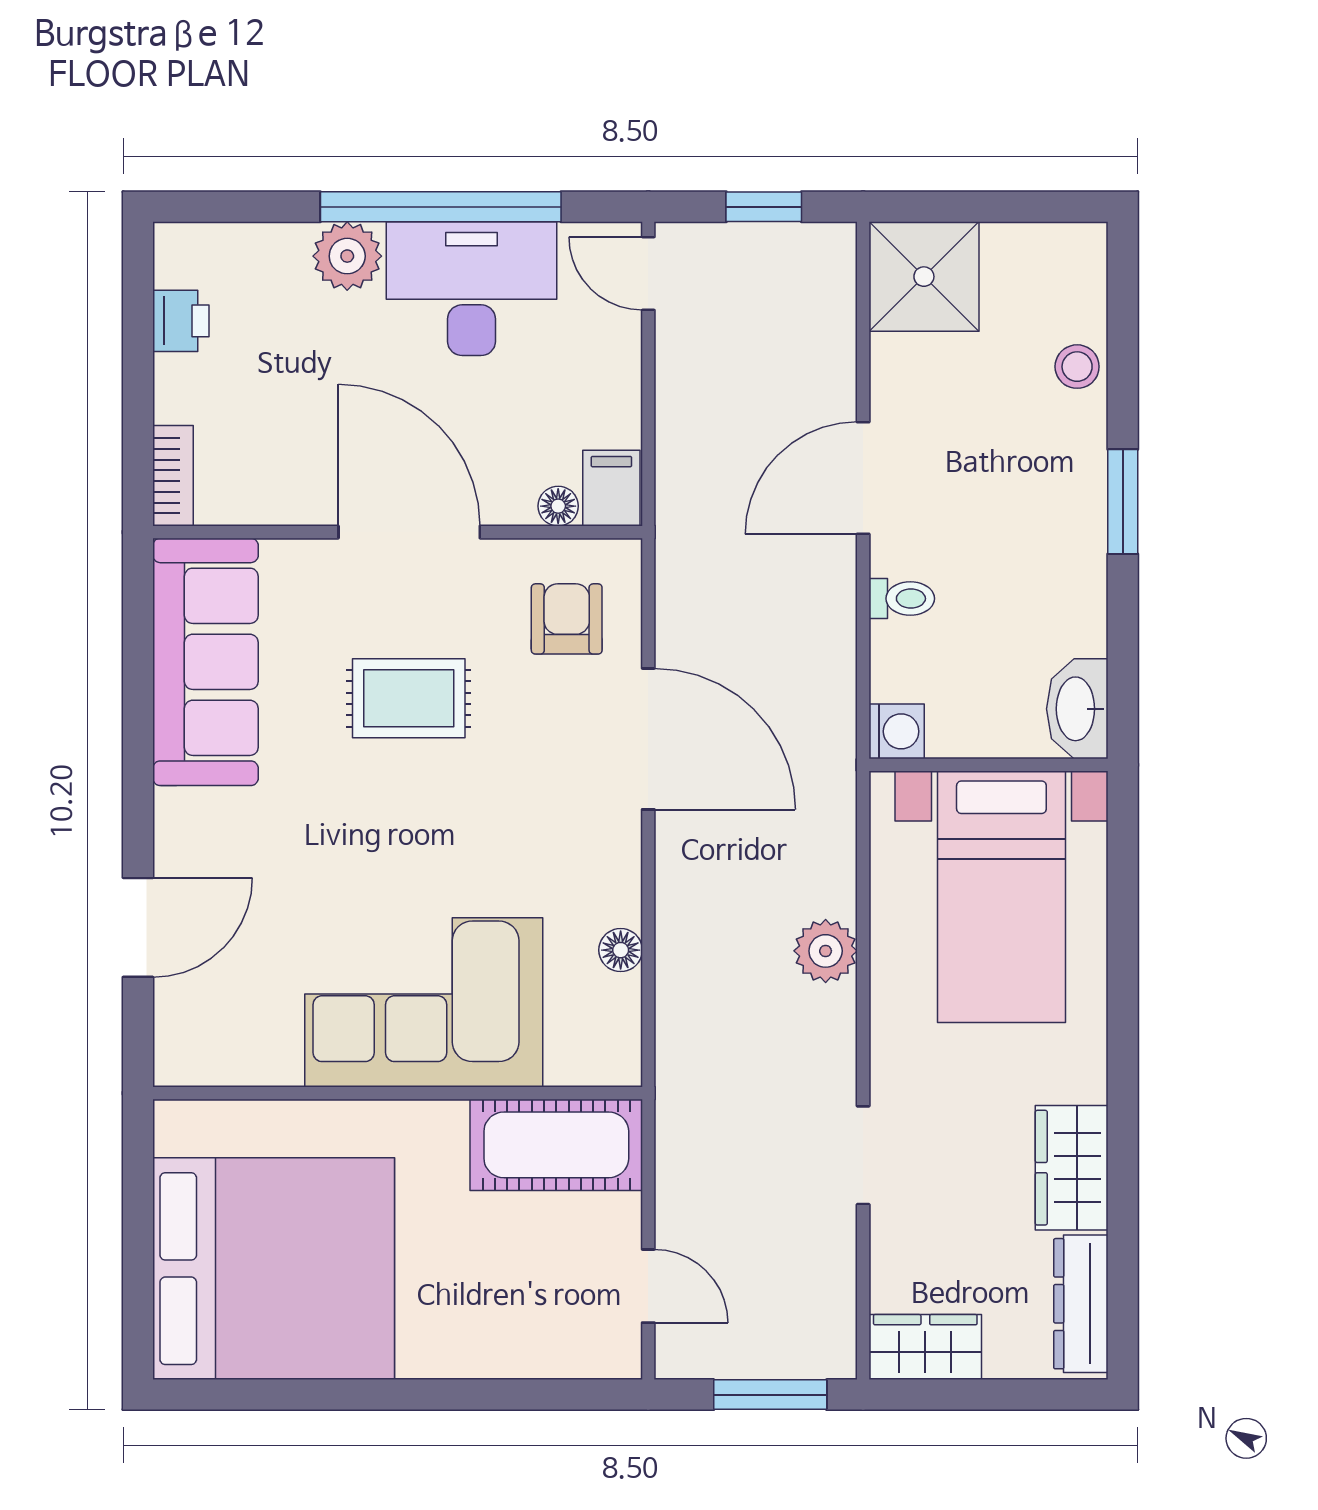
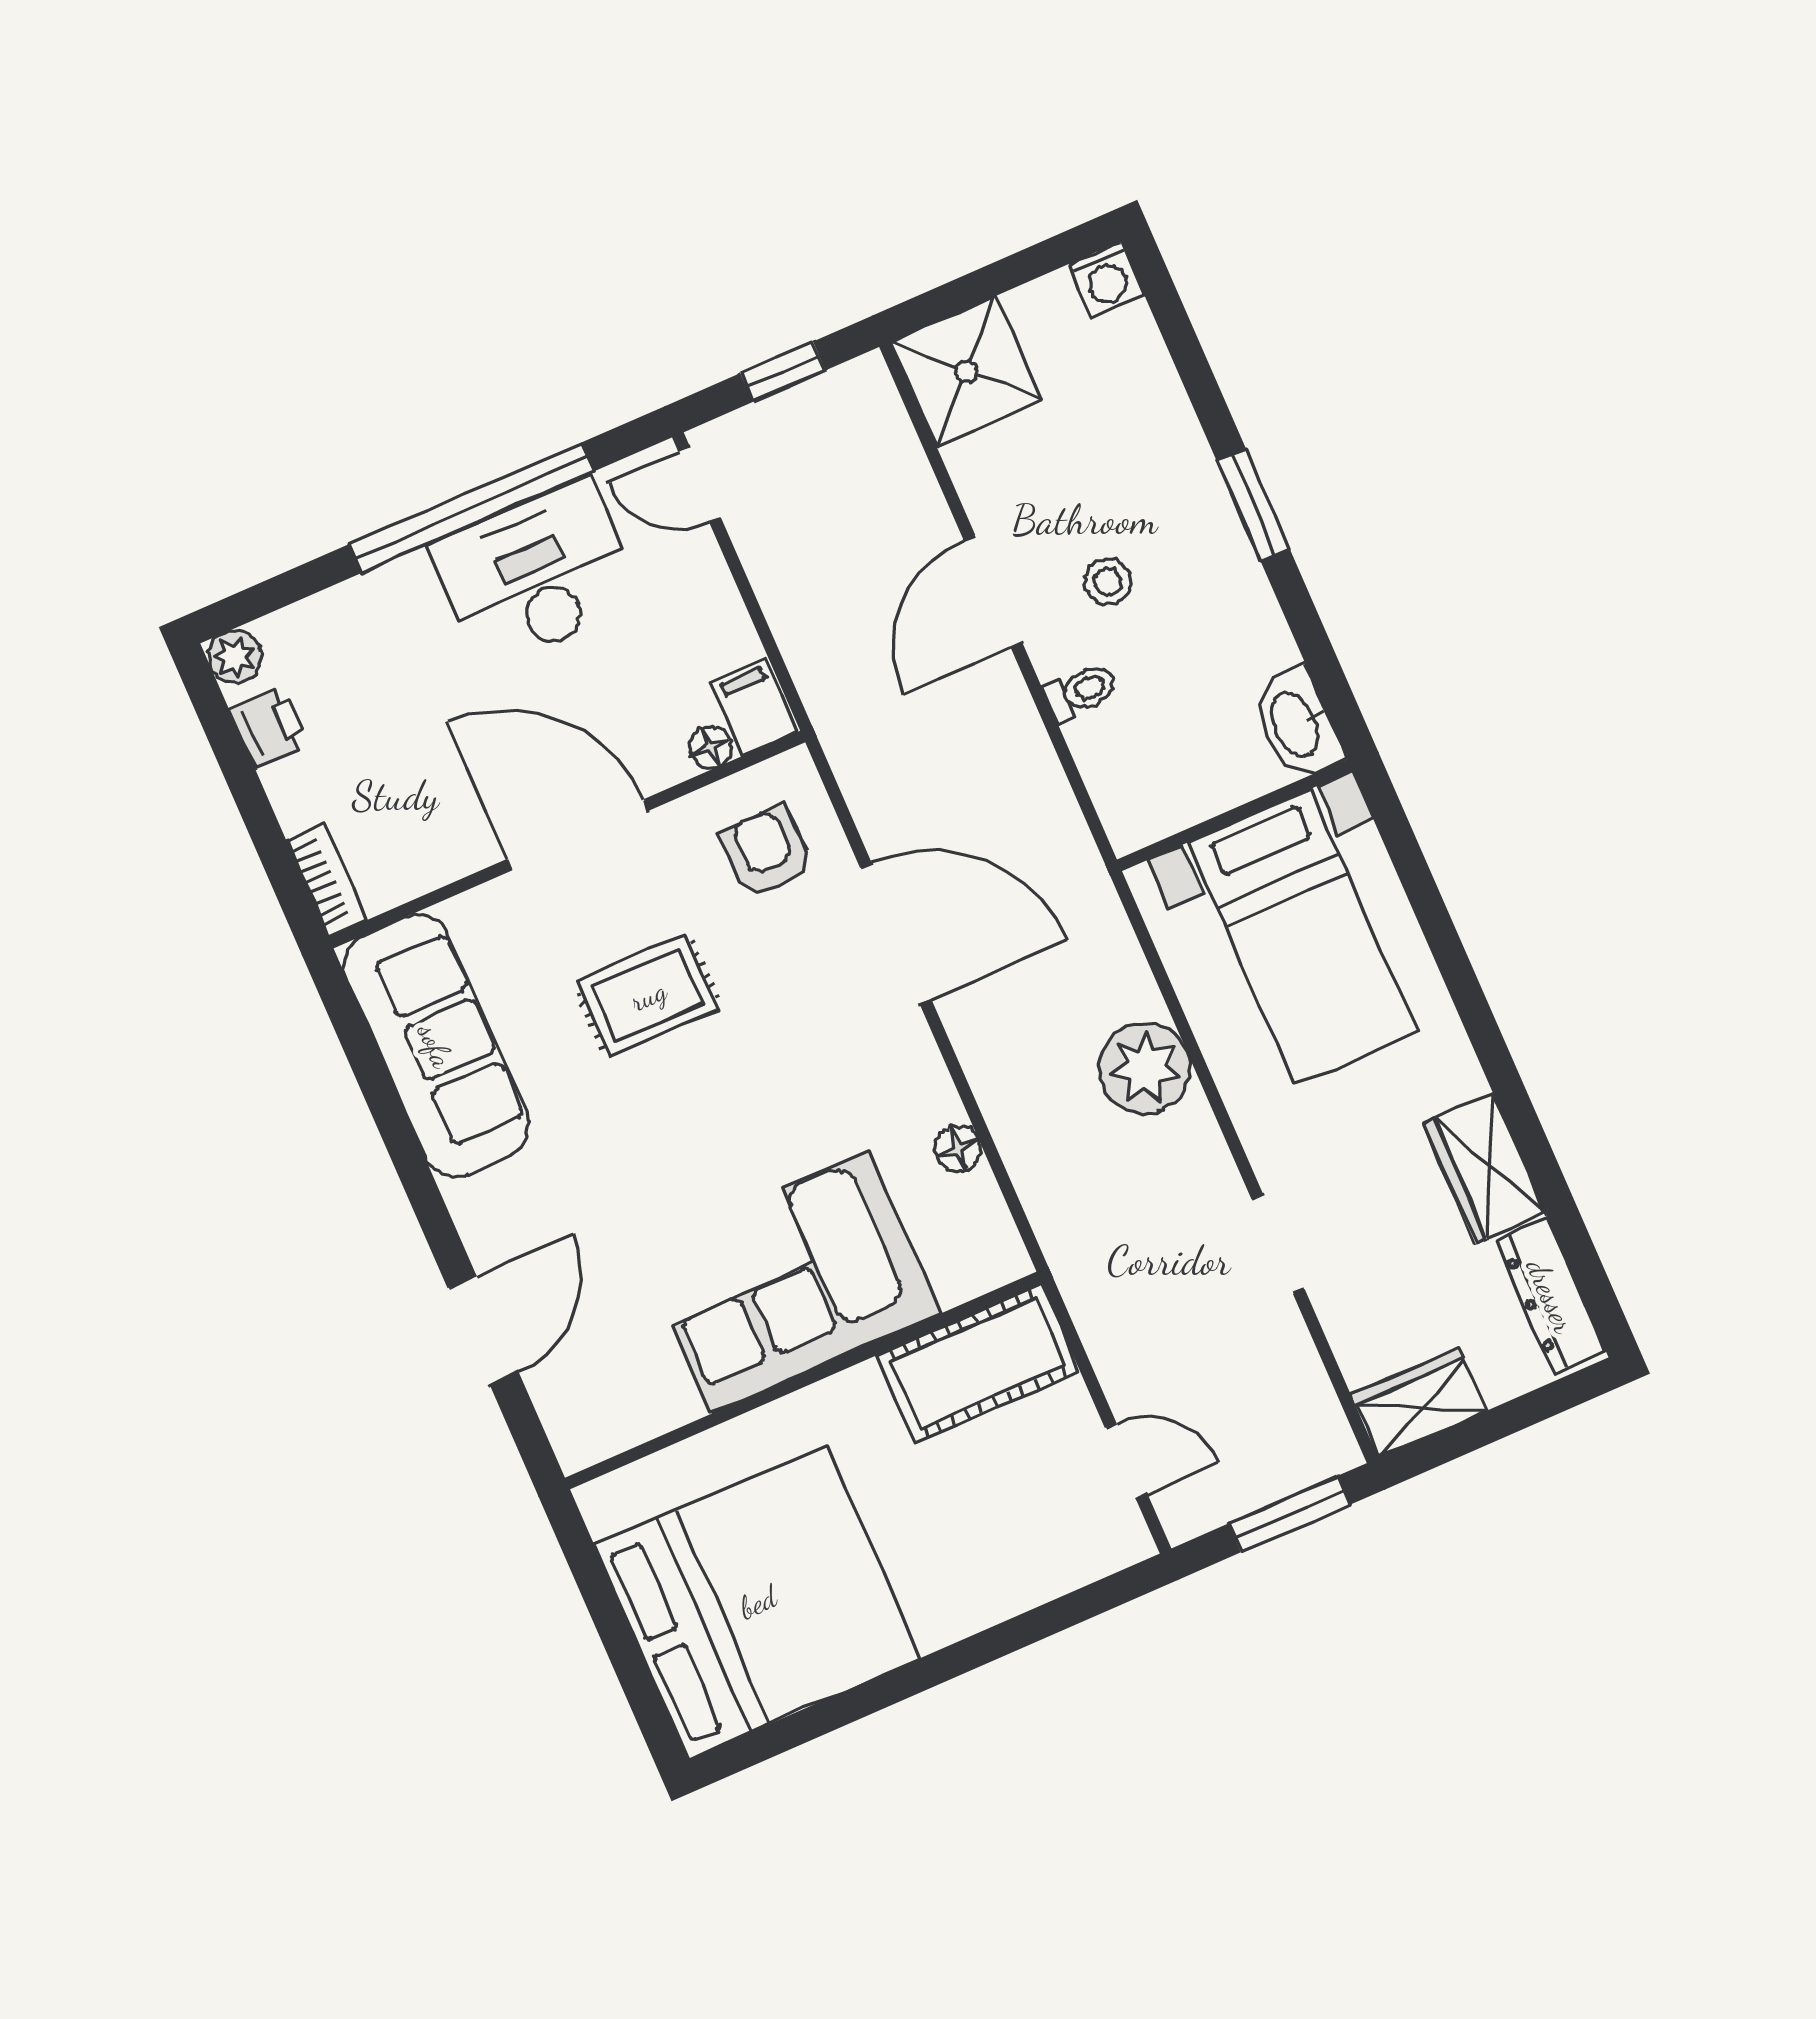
plant: (347, 256) -> (235, 657), moved, width x0.73, depth x0.73
stool: (1077, 367) -> (1107, 582), moved
washing machine: (897, 731) -> (1106, 279), moved, turned 90
plant: (826, 951) -> (1145, 1068), width x1.36, depth x1.36

